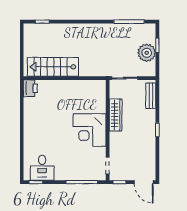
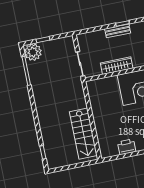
plant: (147, 53) -> (33, 52), moved
printer: (30, 88) -> (127, 147), moved
bench: (151, 96) -> (118, 31), moved

